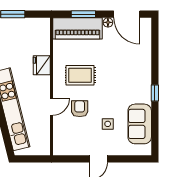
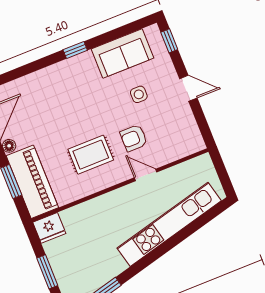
fridge: (42, 65) -> (49, 228), moved
rug: (80, 75) -> (91, 155), turned 90
window: (136, 159) -> (169, 41), added

